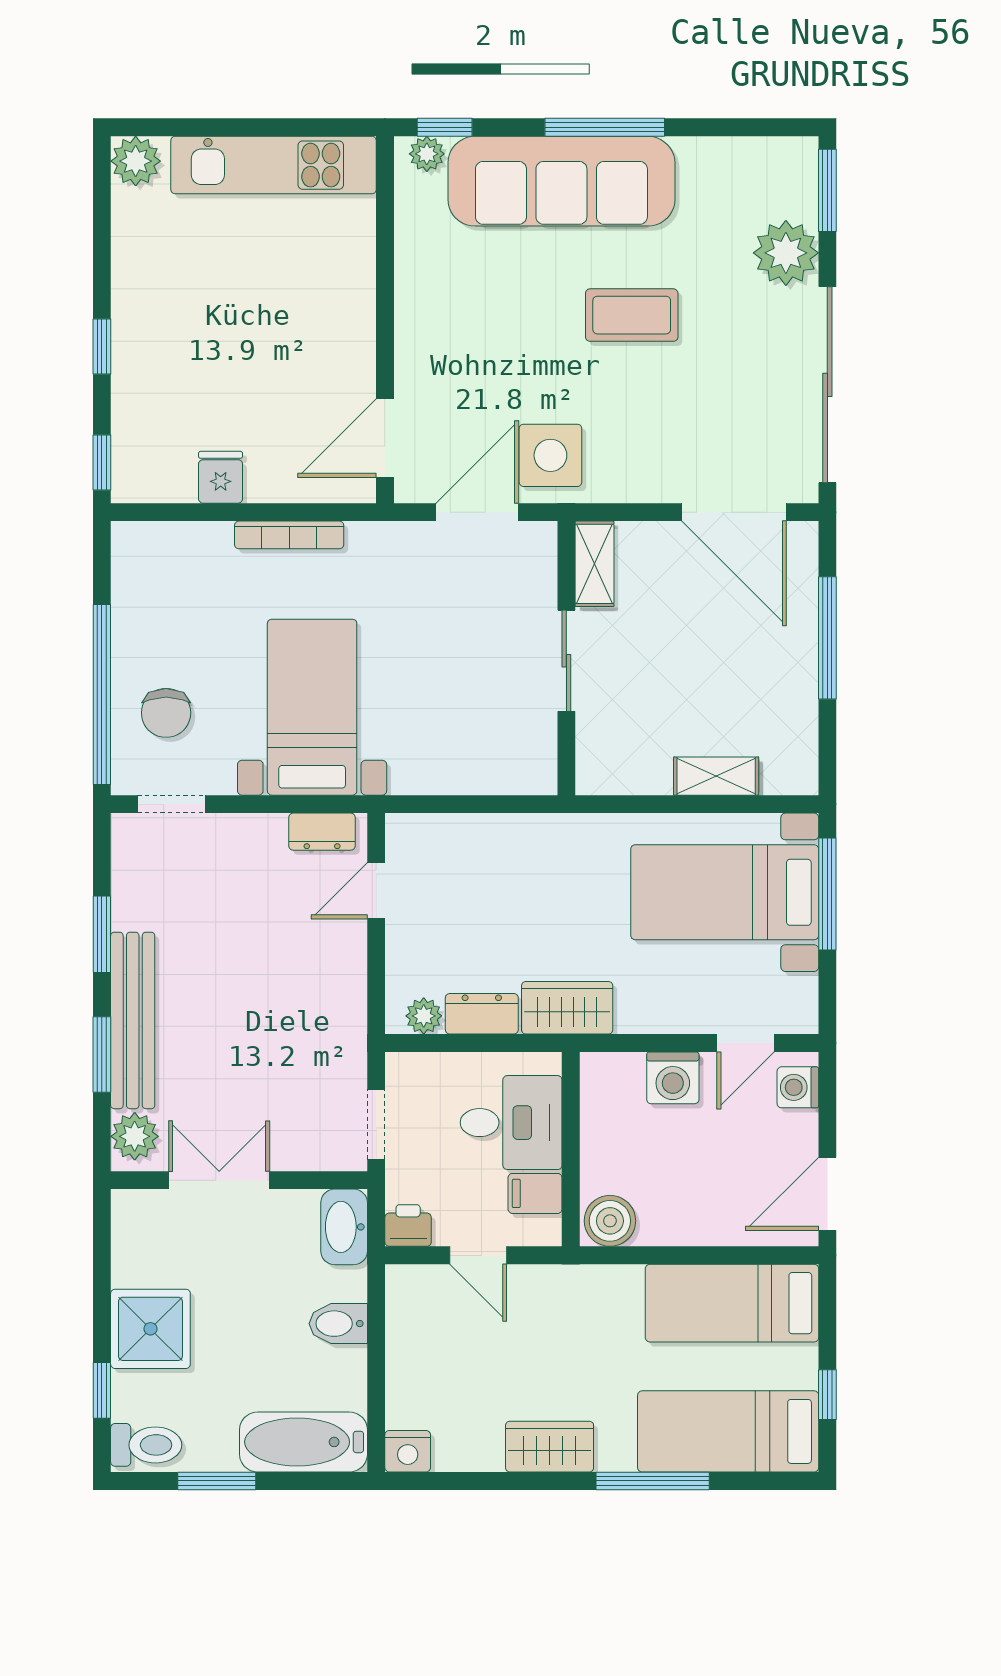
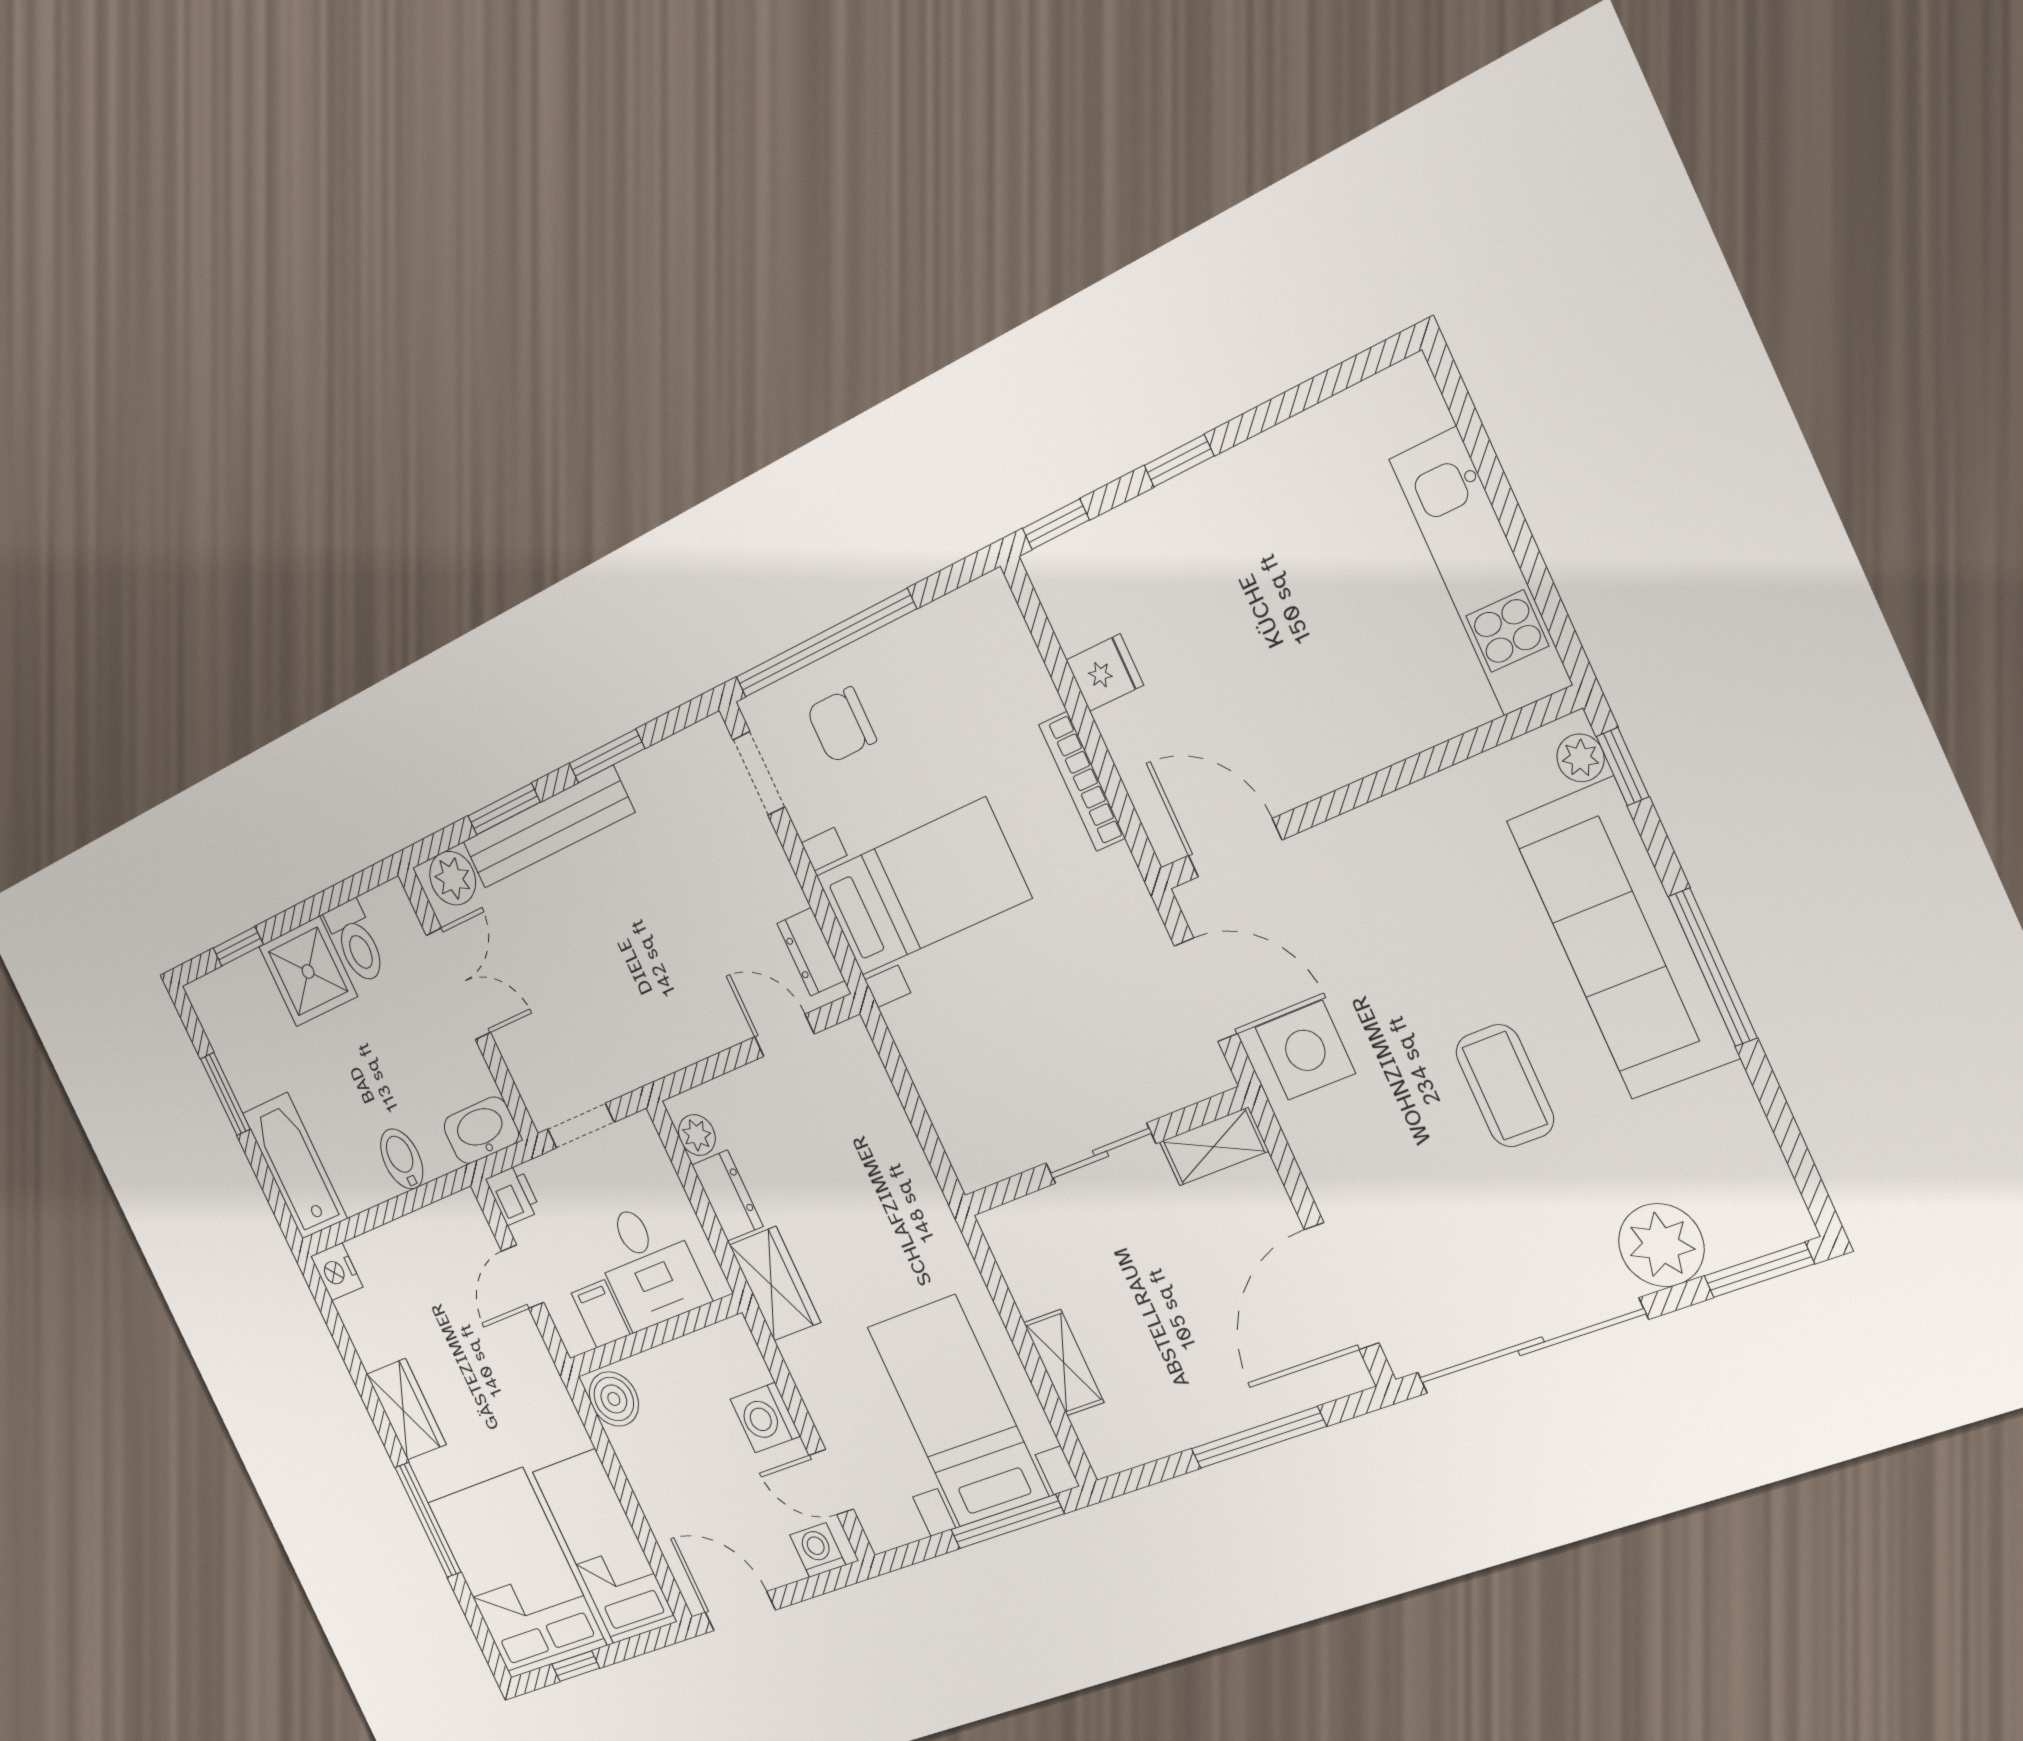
plant: (136, 161) -> (1407, 396), removed
bed: (728, 1431) -> (517, 1574), width x1.50
toilet: (146, 1445) -> (356, 942), moved

